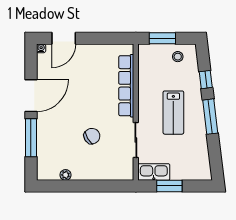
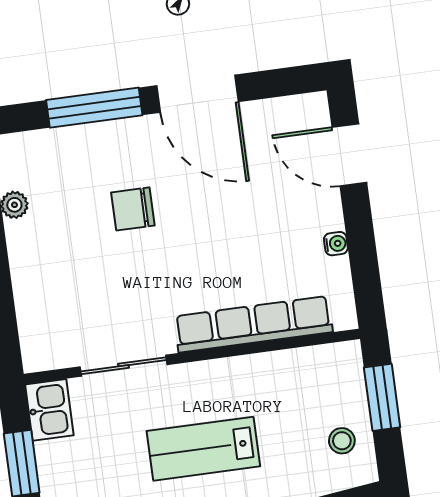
water cooler: (41, 48) -> (336, 244), moved
chair: (92, 136) -> (133, 209), moved, turned 121
kitchen sink: (154, 172) -> (49, 410), width x0.73

